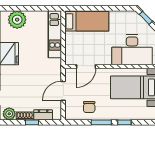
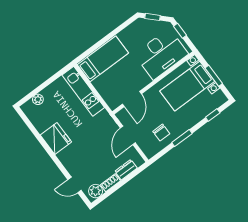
plant: (17, 20) -> (38, 99), width x0.53, depth x0.53
window: (32, 122) -> (121, 184), removed
window: (124, 122) -> (213, 115), moved

